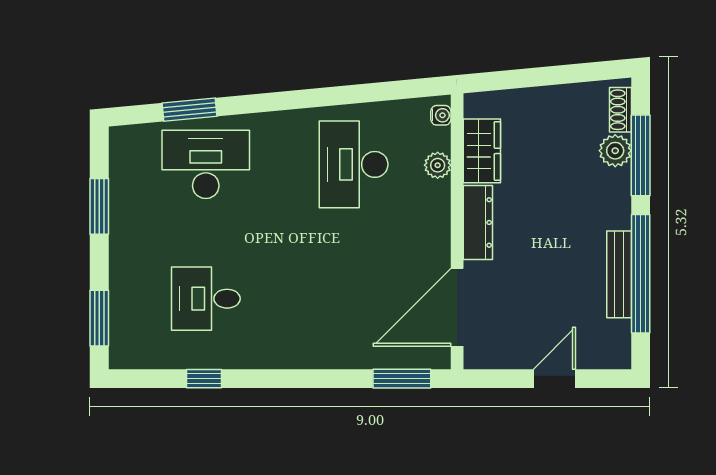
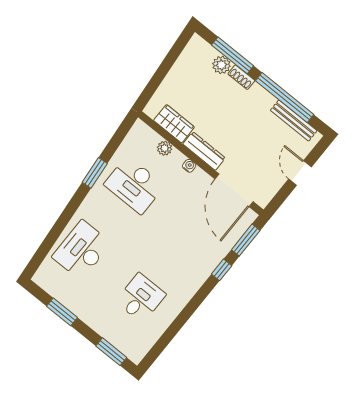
window: (190, 110) -> (95, 173), moved
shoe rack: (620, 110) -> (241, 77), moved
water cooler: (441, 115) -> (189, 166), moved
bench: (619, 274) -> (294, 121), moved
desk: (206, 299) -> (141, 298), turned 180
window: (204, 379) -> (222, 270), moved

